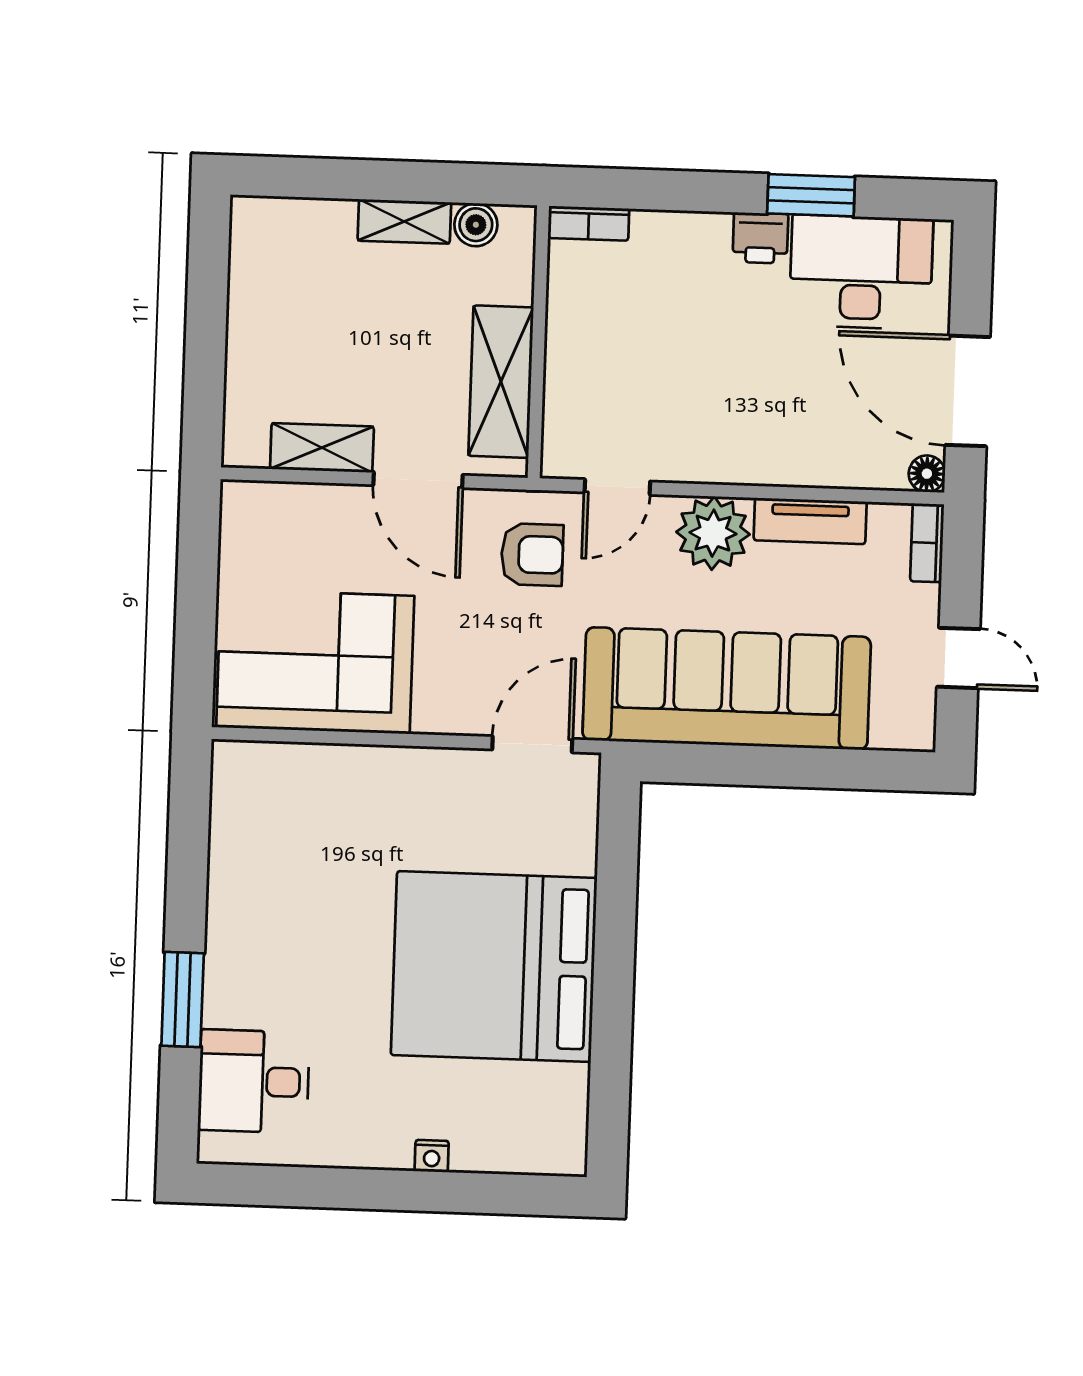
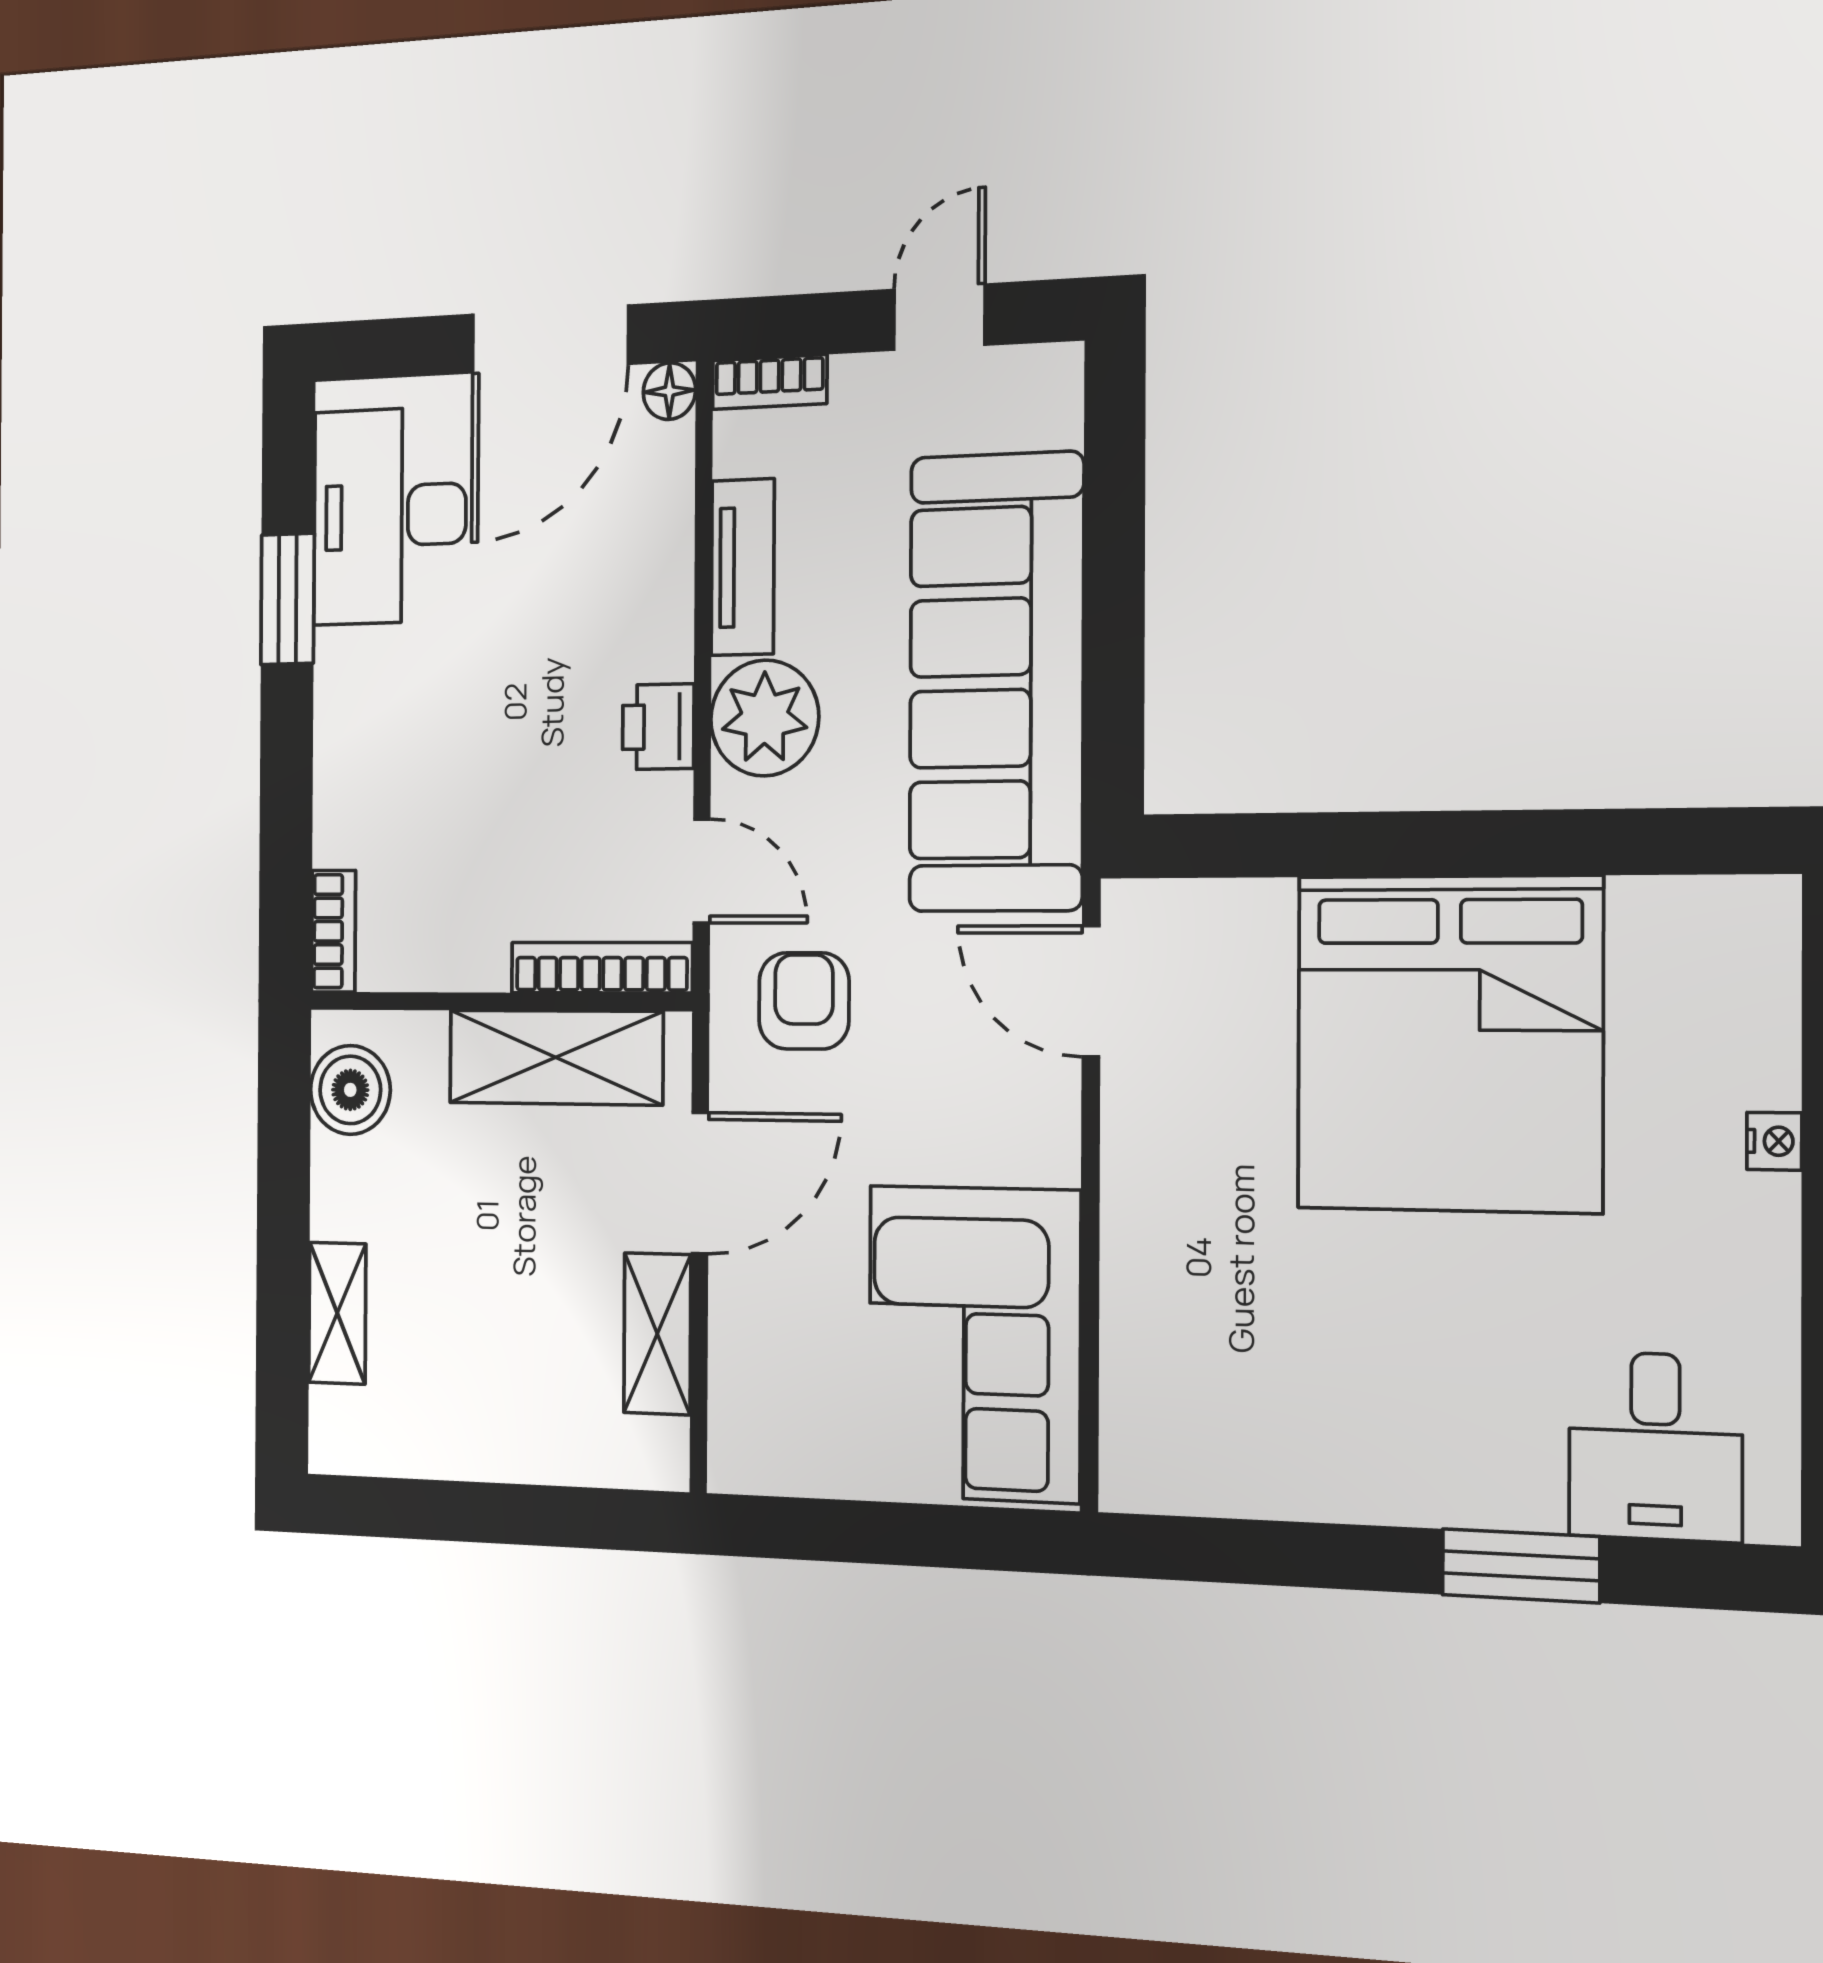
shelving: (404, 221) -> (337, 1313), moved
boiler: (476, 225) -> (350, 1090), width x1.36, depth x1.36
printer: (760, 238) -> (658, 727), moved, turned 180
bookcase: (558, 416) -> (602, 968), added

